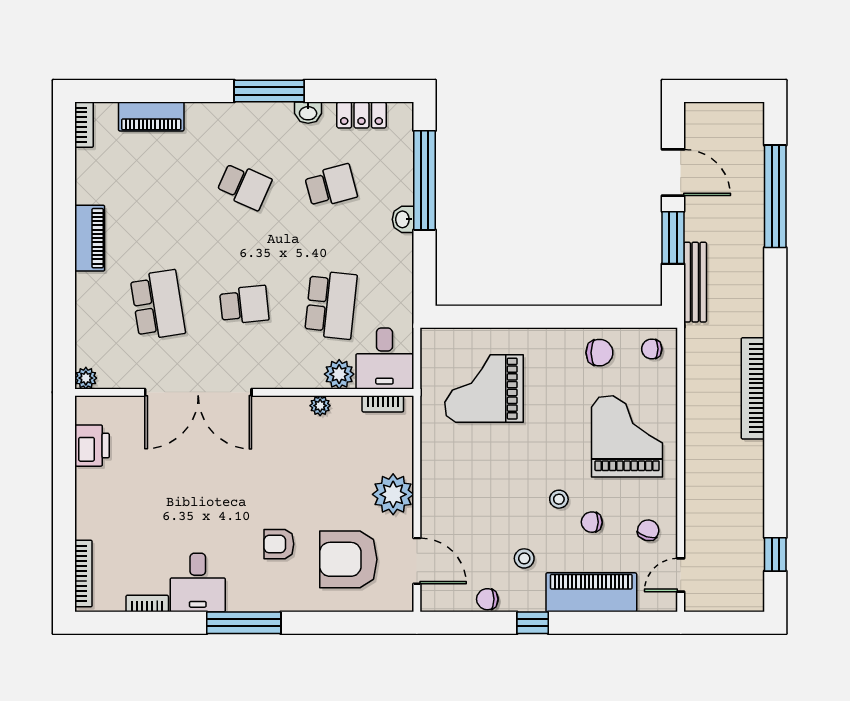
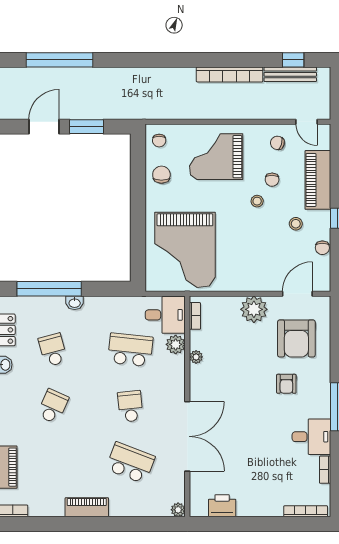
bench: (695, 282) -> (290, 74), moved
school desk: (158, 305) -> (130, 463), turned 30
bookcase: (753, 388) -> (230, 75), moved
grand piano: (484, 389) -> (185, 250), width x1.37, depth x1.48

